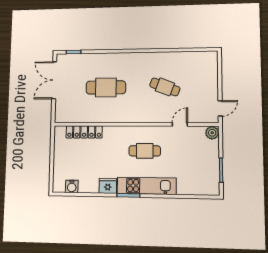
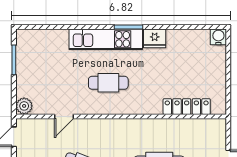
water cooler: (72, 186) -> (218, 37), moved

